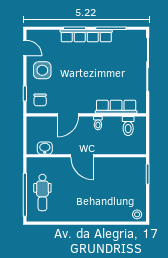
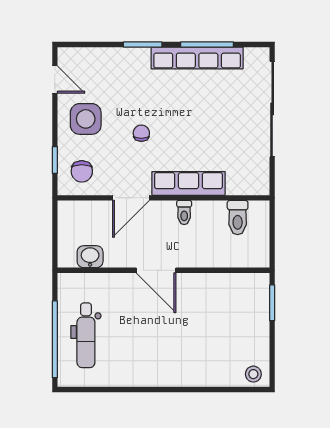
row of seats: (86, 36) -> (197, 58), moved
chair: (74, 78) -> (141, 133), added
row of seats: (116, 107) -> (189, 183), moved

